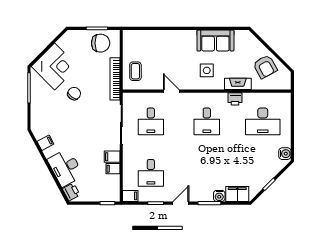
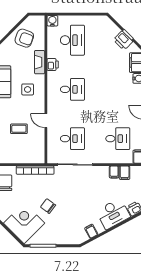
armchair: (265, 67) -> (24, 38), turned 49
coffee table: (135, 71) -> (19, 129), moved
door: (171, 91) -> (46, 121), hinge flipped
water cooler: (285, 154) -> (52, 21), moved
filing cabinet: (112, 157) -> (125, 173), moved
printer: (262, 179) -> (123, 41), added

